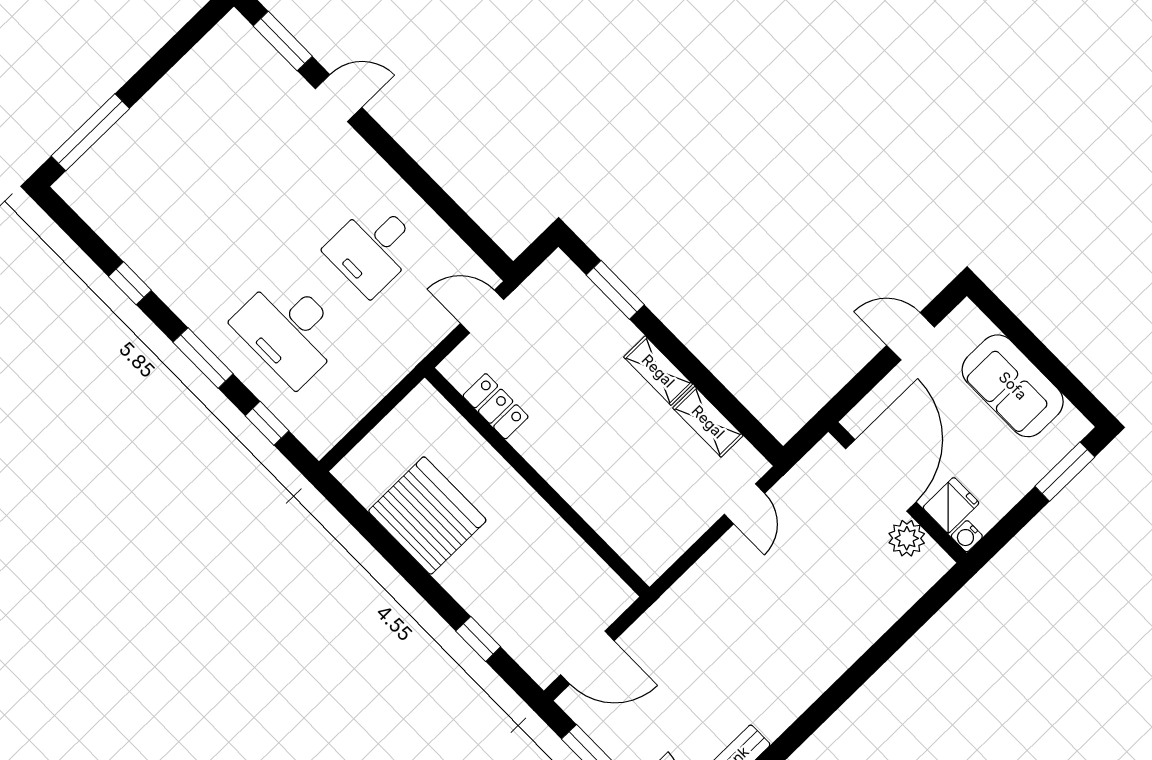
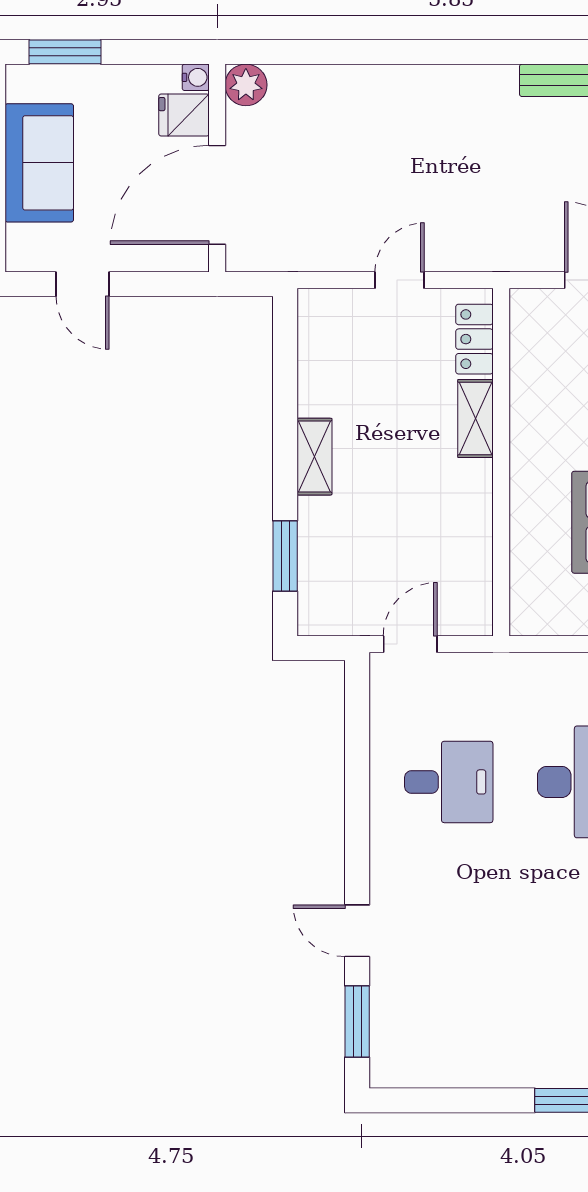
door: (482, 312) -> (410, 644), swing flipped
locker: (496, 406) -> (474, 339), moved
shelving: (708, 422) -> (475, 418), moved
door: (745, 504) -> (400, 280), moved
plant: (907, 538) -> (246, 85), moved

